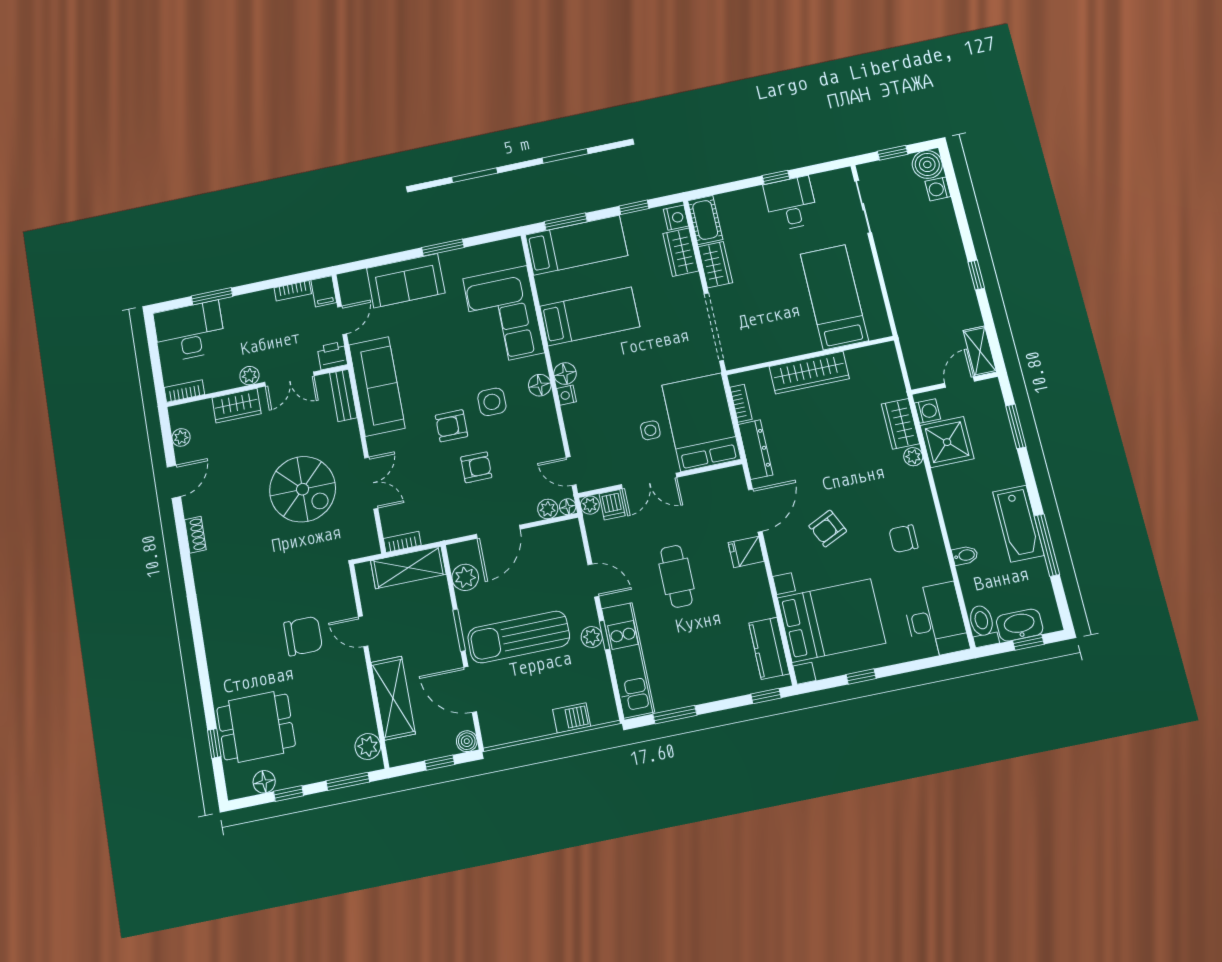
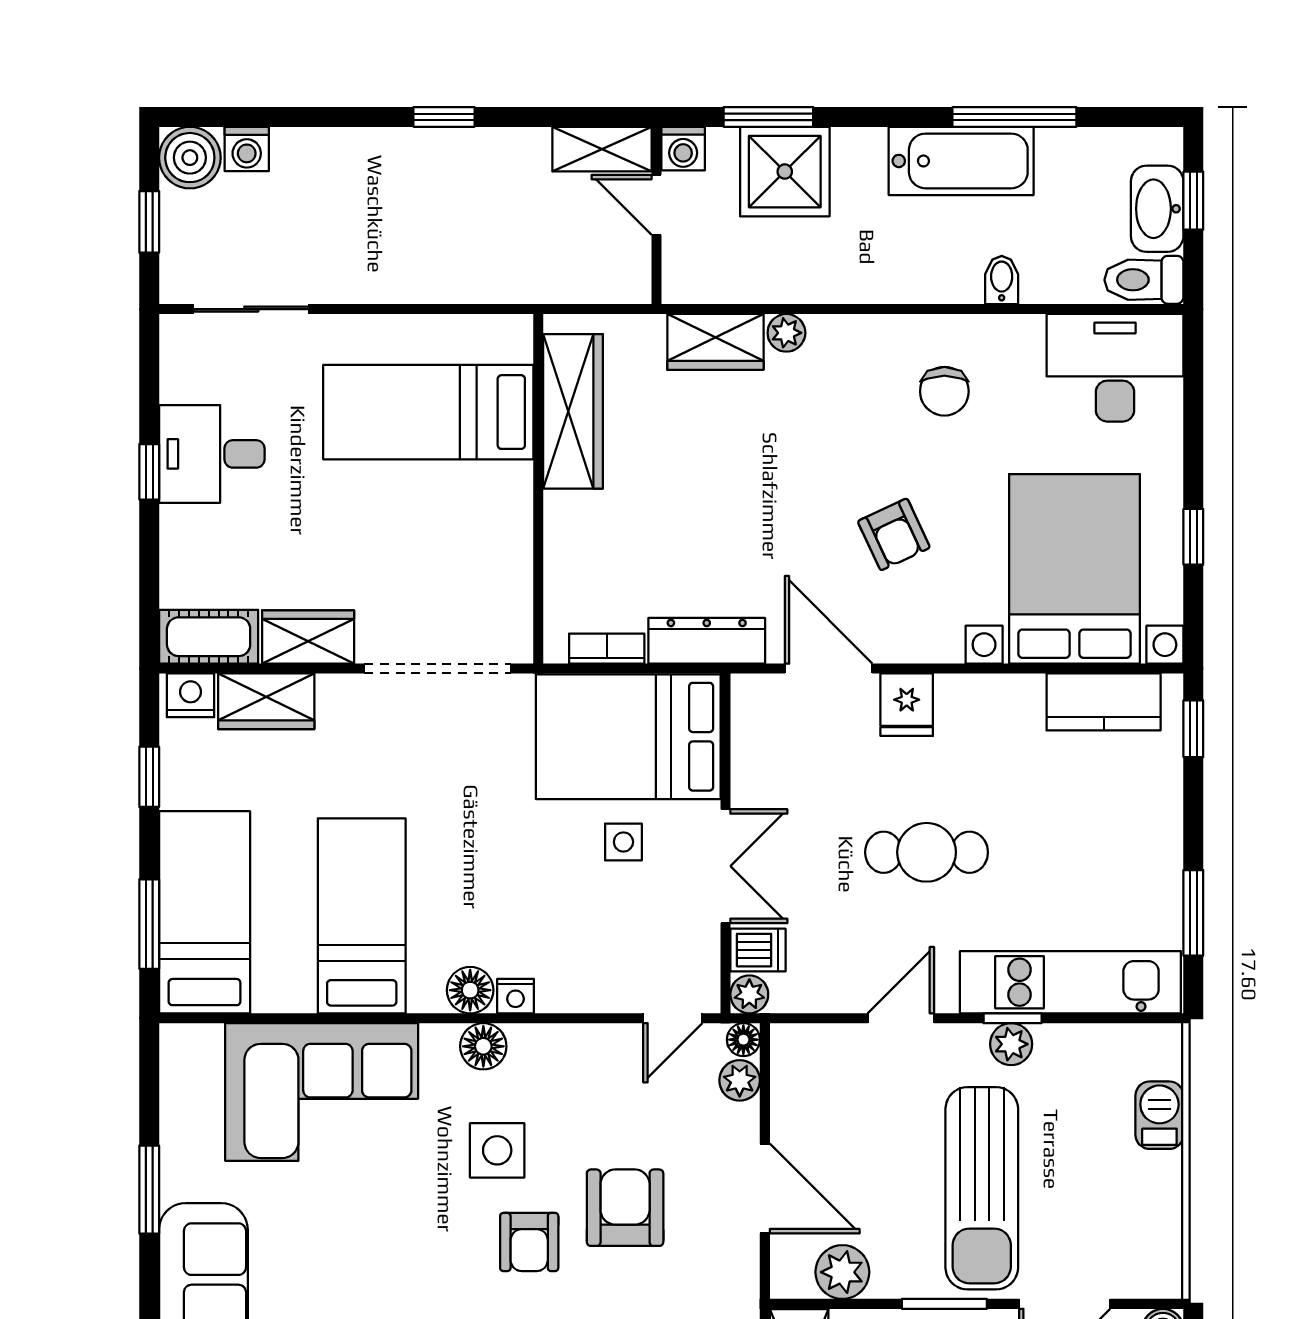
wardrobe: (809, 373) -> (573, 411), moved
washing machine: (928, 411) -> (683, 149), moved, turned 180
shower: (947, 442) -> (785, 172), moved
armchair: (476, 467) -> (625, 1208), width x1.38, depth x1.38

